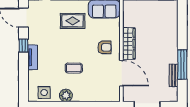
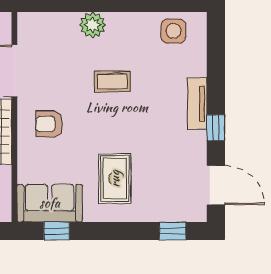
rug: (73, 21) -> (115, 179), turned 90
plant: (66, 95) -> (93, 25), moved

